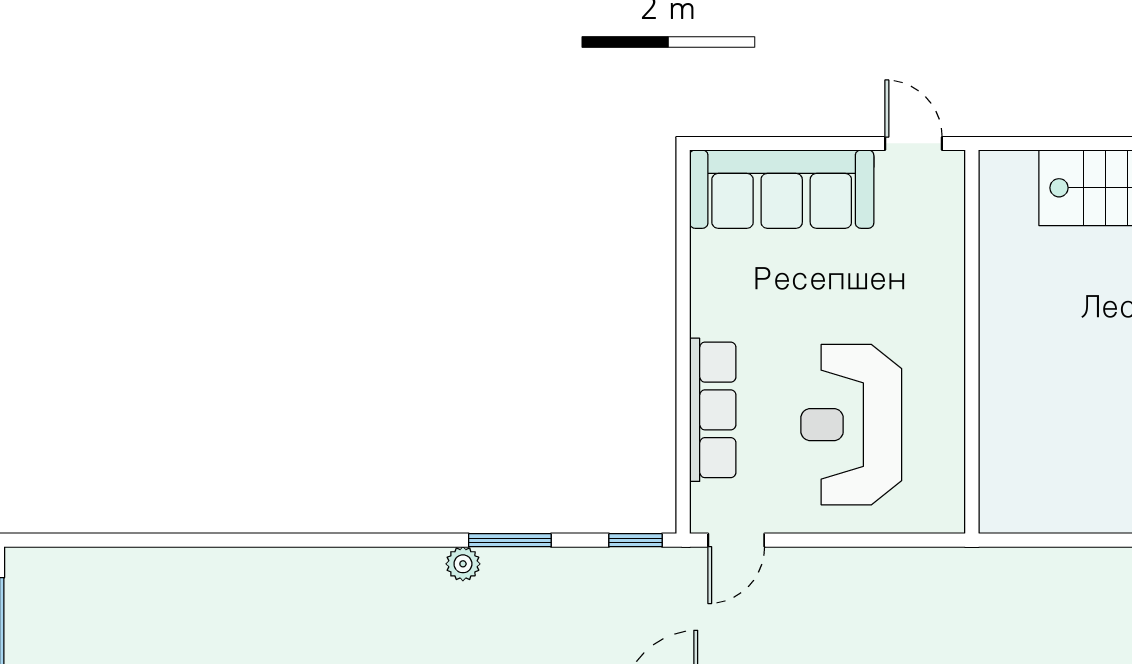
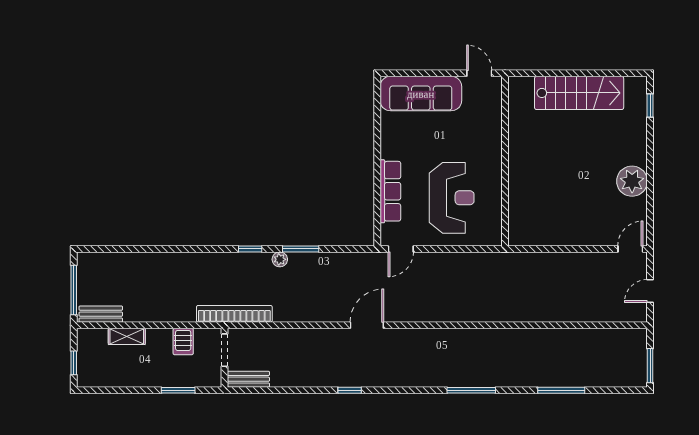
reception desk: (851, 425) -> (452, 198), turned 180
window: (636, 540) -> (250, 249), moved

